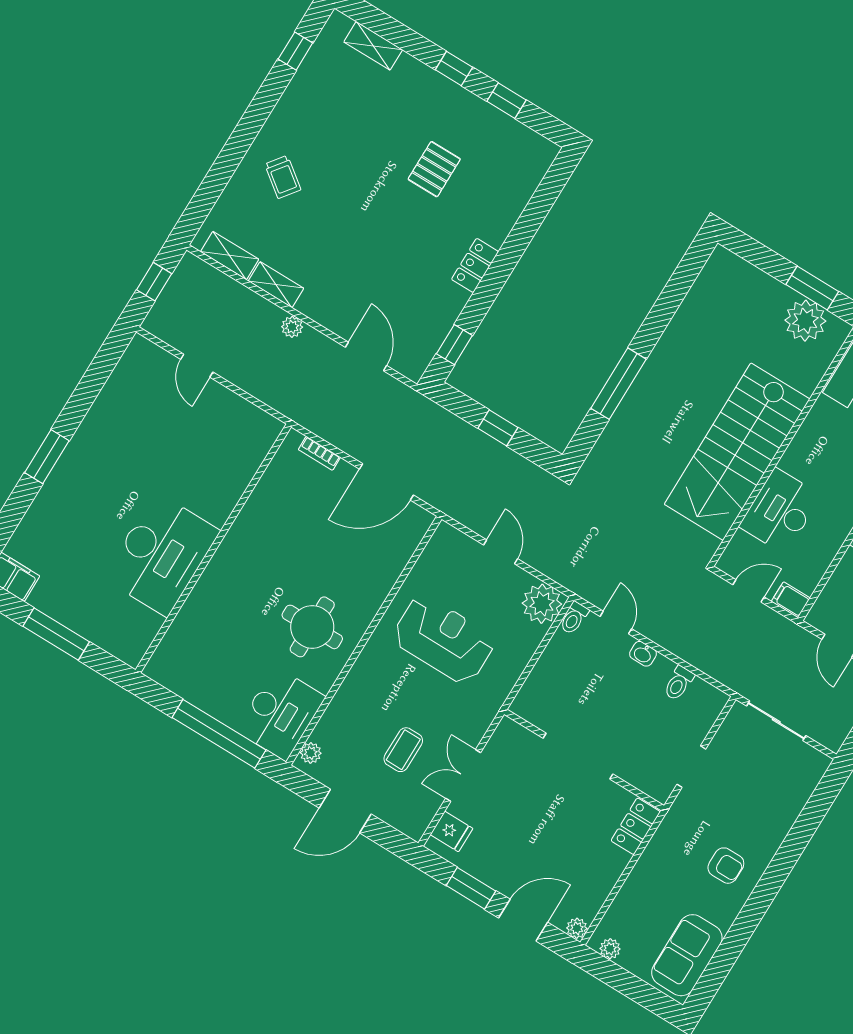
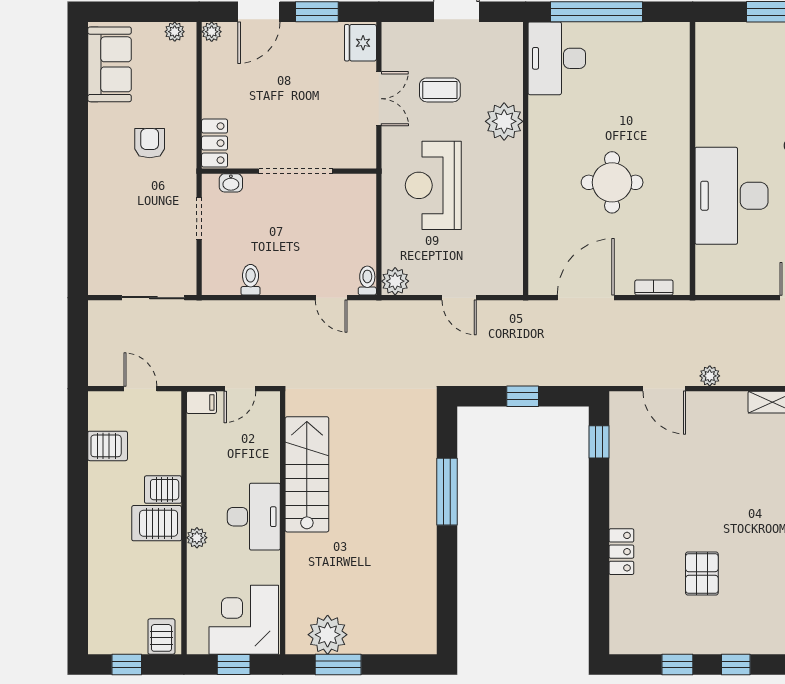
locker: (475, 265) -> (621, 552), moved
plant: (292, 327) -> (710, 376), moved
stairs: (737, 452) -> (307, 474), width x0.73, depth x0.66
desk: (780, 511) -> (254, 517), moved
desk: (161, 554) -> (732, 196), moved
plant: (542, 604) -> (395, 281), width x0.73, depth x0.73
round table: (312, 627) -> (612, 182), moved
reception desk: (444, 639) -> (433, 185), moved, turned 90
washbasin: (643, 654) -> (231, 183), moved, turned 180
coffee table: (403, 750) -> (440, 90), turned 90
plant: (311, 753) -> (504, 121), moved, width x1.88, depth x1.88
fridge: (452, 832) -> (360, 43), width x1.38
armchair: (726, 866) -> (150, 143), moved, turned 90

